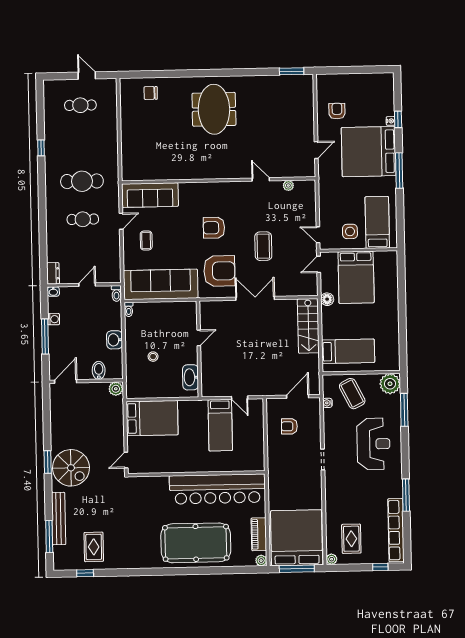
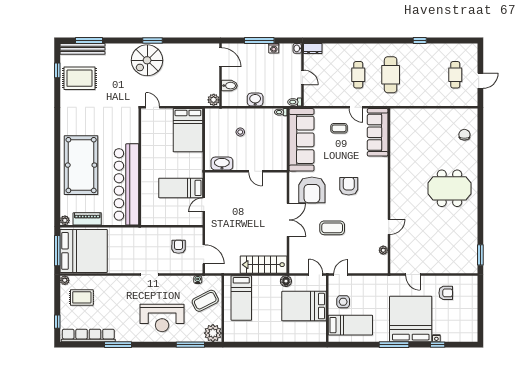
bench: (59, 519) -> (82, 49), moved
rug: (94, 547) -> (79, 78), width x1.36, depth x1.43

